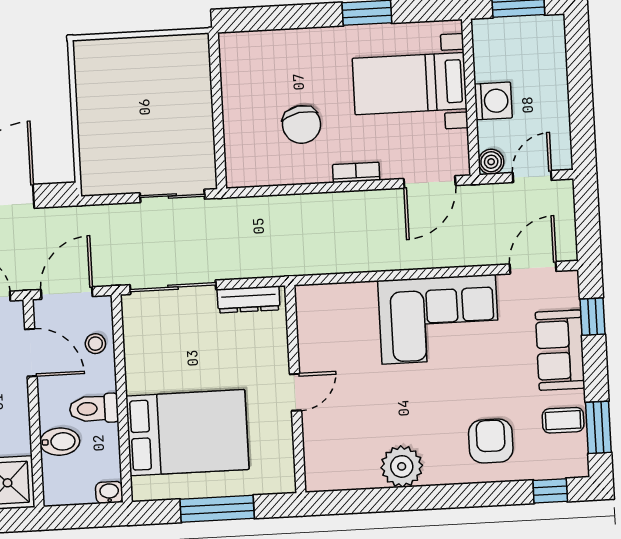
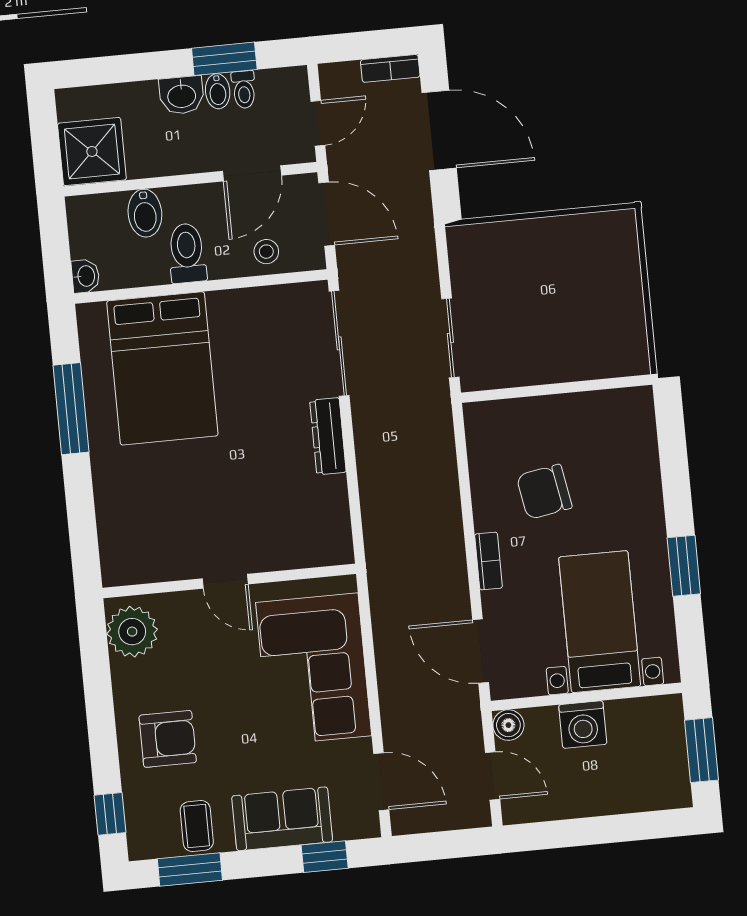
wall: (295, 389) -> (229, 581), moved
door: (296, 392) -> (225, 581), moved

